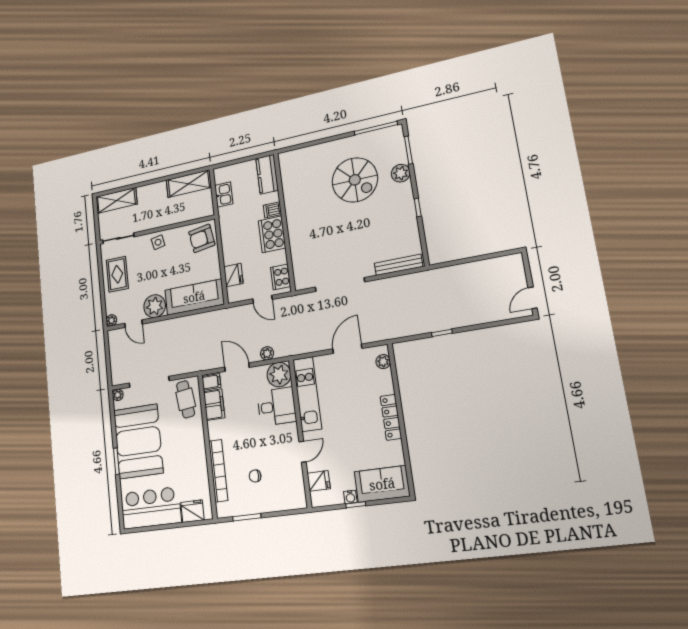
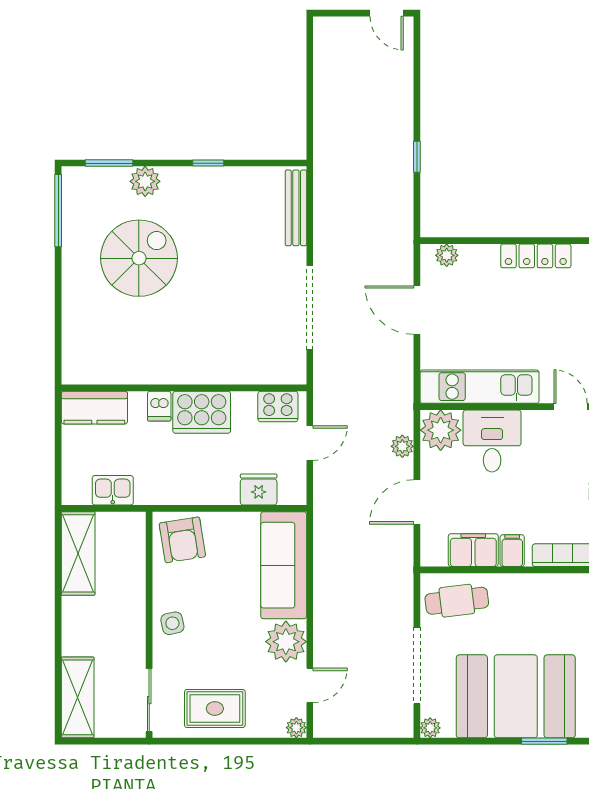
filing cabinet: (211, 382) -> (512, 551), moved

